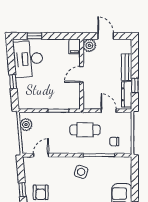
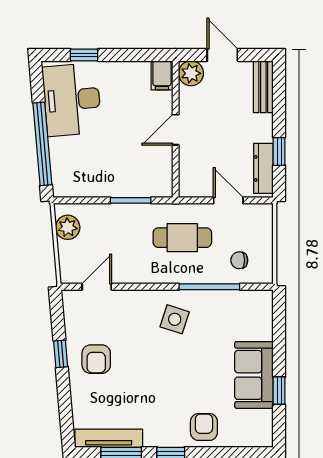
bench: (127, 67) -> (263, 87), moved
window: (13, 82) -> (42, 144), width x3.17

